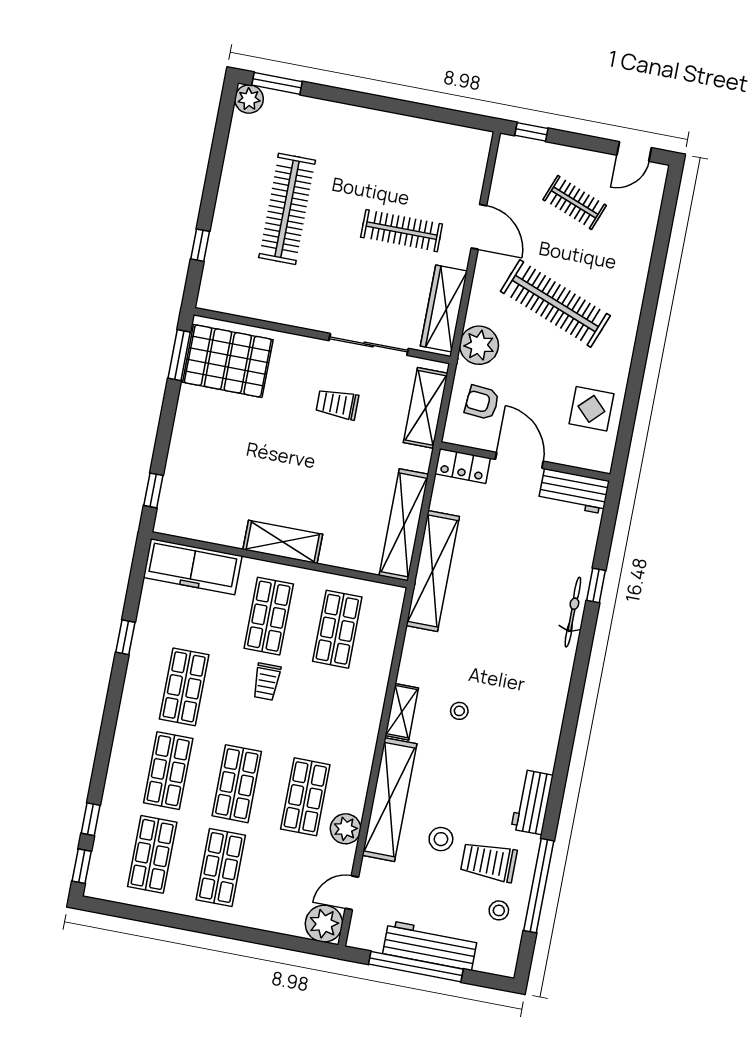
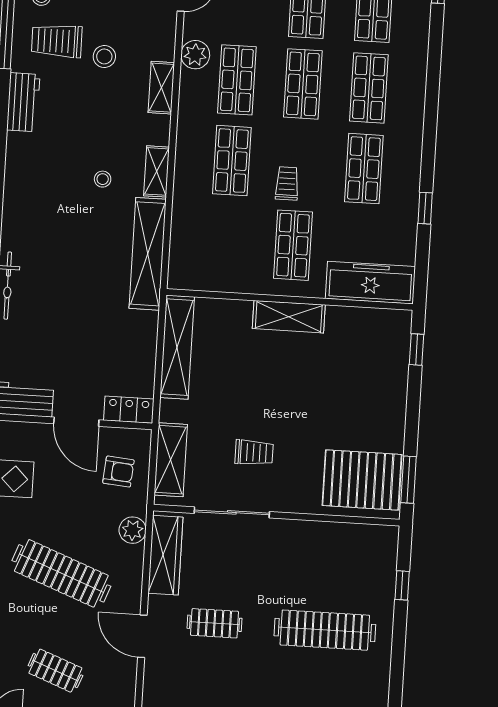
clothes rail: (287, 209) -> (325, 630), turned 90
clothes rail: (402, 231) -> (215, 623), width x0.73
plant: (479, 345) -> (133, 530), width x0.73, depth x0.73
shelving: (433, 571) -> (148, 254), moved
shop shelf: (337, 629) -> (232, 161), moved
shelving: (389, 800) -> (161, 88), width x0.45, depth x0.75
window: (91, 819) -> (436, 33), removed
trolley: (489, 862) -> (57, 41), turned 180

